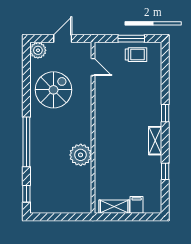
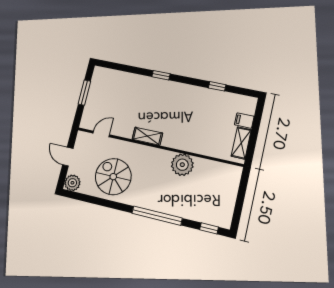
trolley: (136, 55) -> (100, 91), removed
shelving: (155, 141) -> (147, 136), moved

